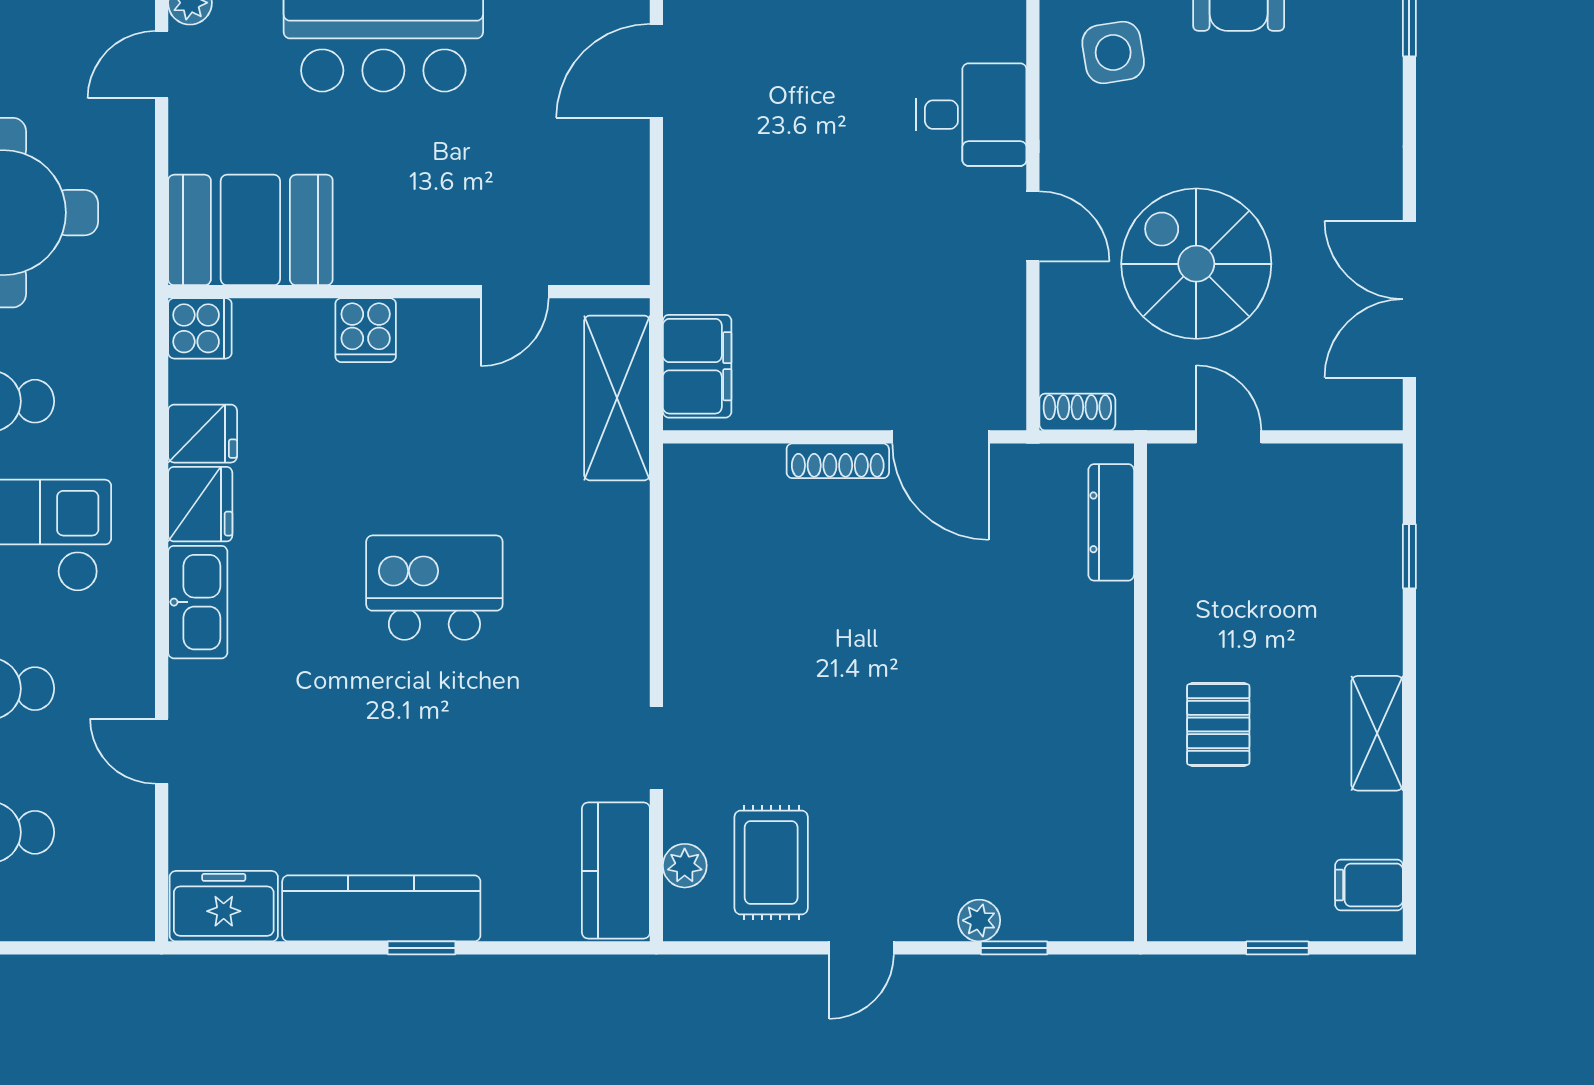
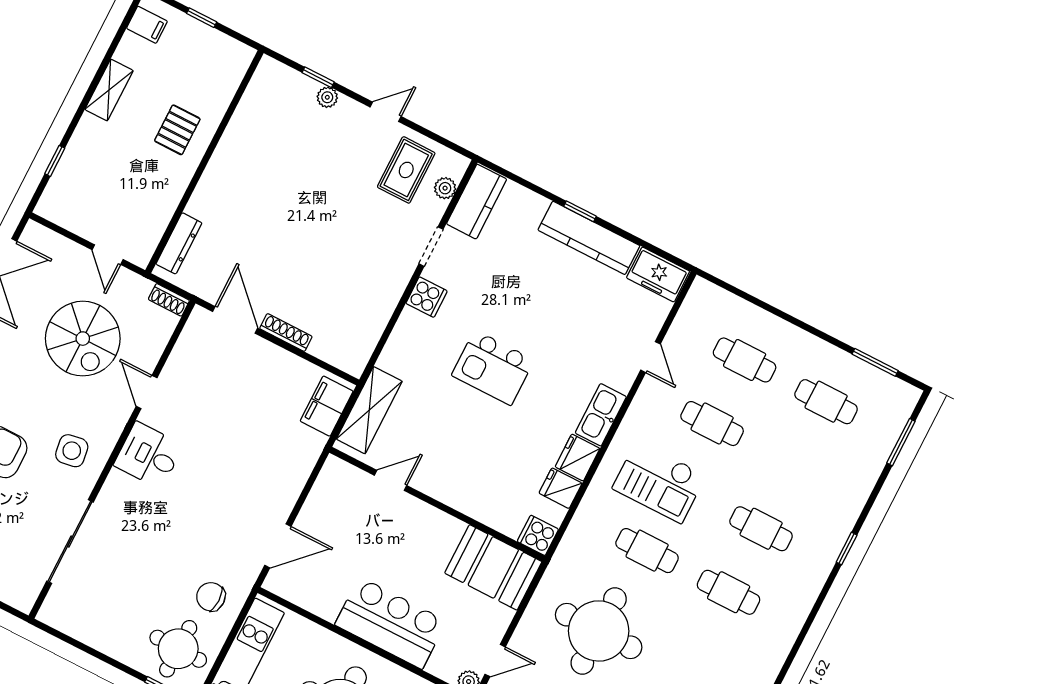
cooker: (366, 330) -> (427, 297), moved, turned 90

